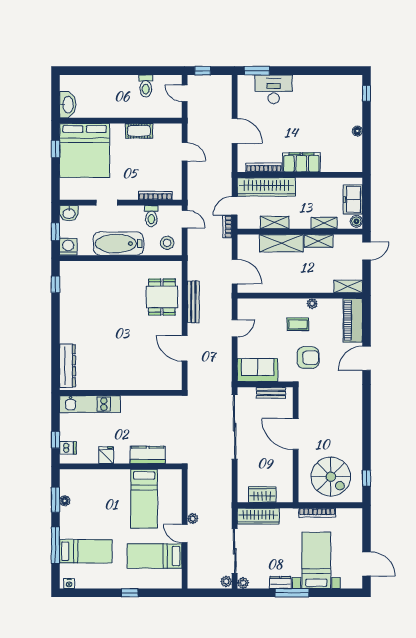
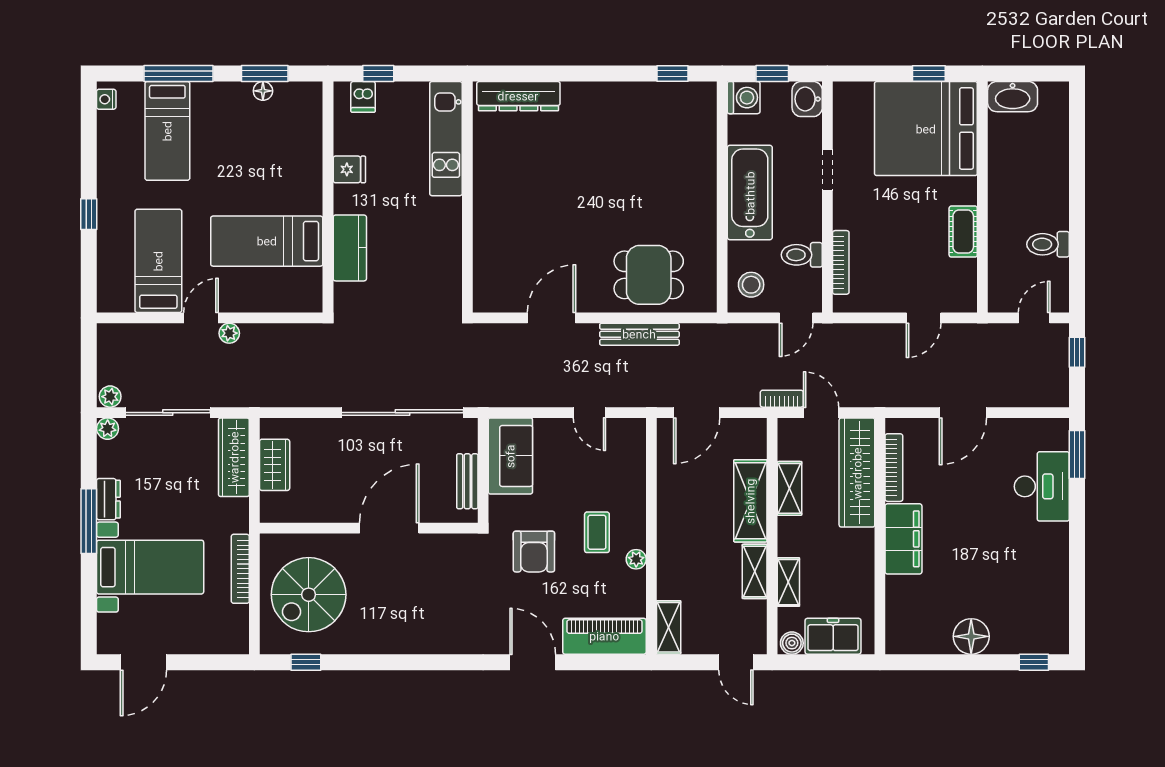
floor lamp: (357, 131) -> (971, 636), width x1.89, depth x1.89

